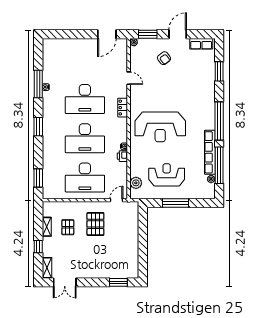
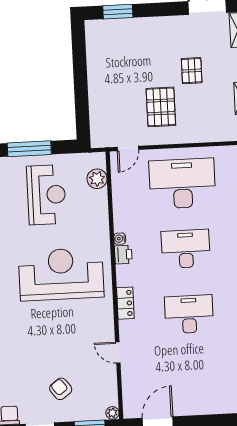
desk: (85, 99) -> (189, 314), width x0.73, depth x0.77
desk: (85, 138) -> (186, 249), width x0.73, depth x0.77
printer: (122, 156) -> (123, 255), moved
reception desk: (167, 175) -> (46, 195), turned -90
pallet: (68, 227) -> (192, 71), moved

